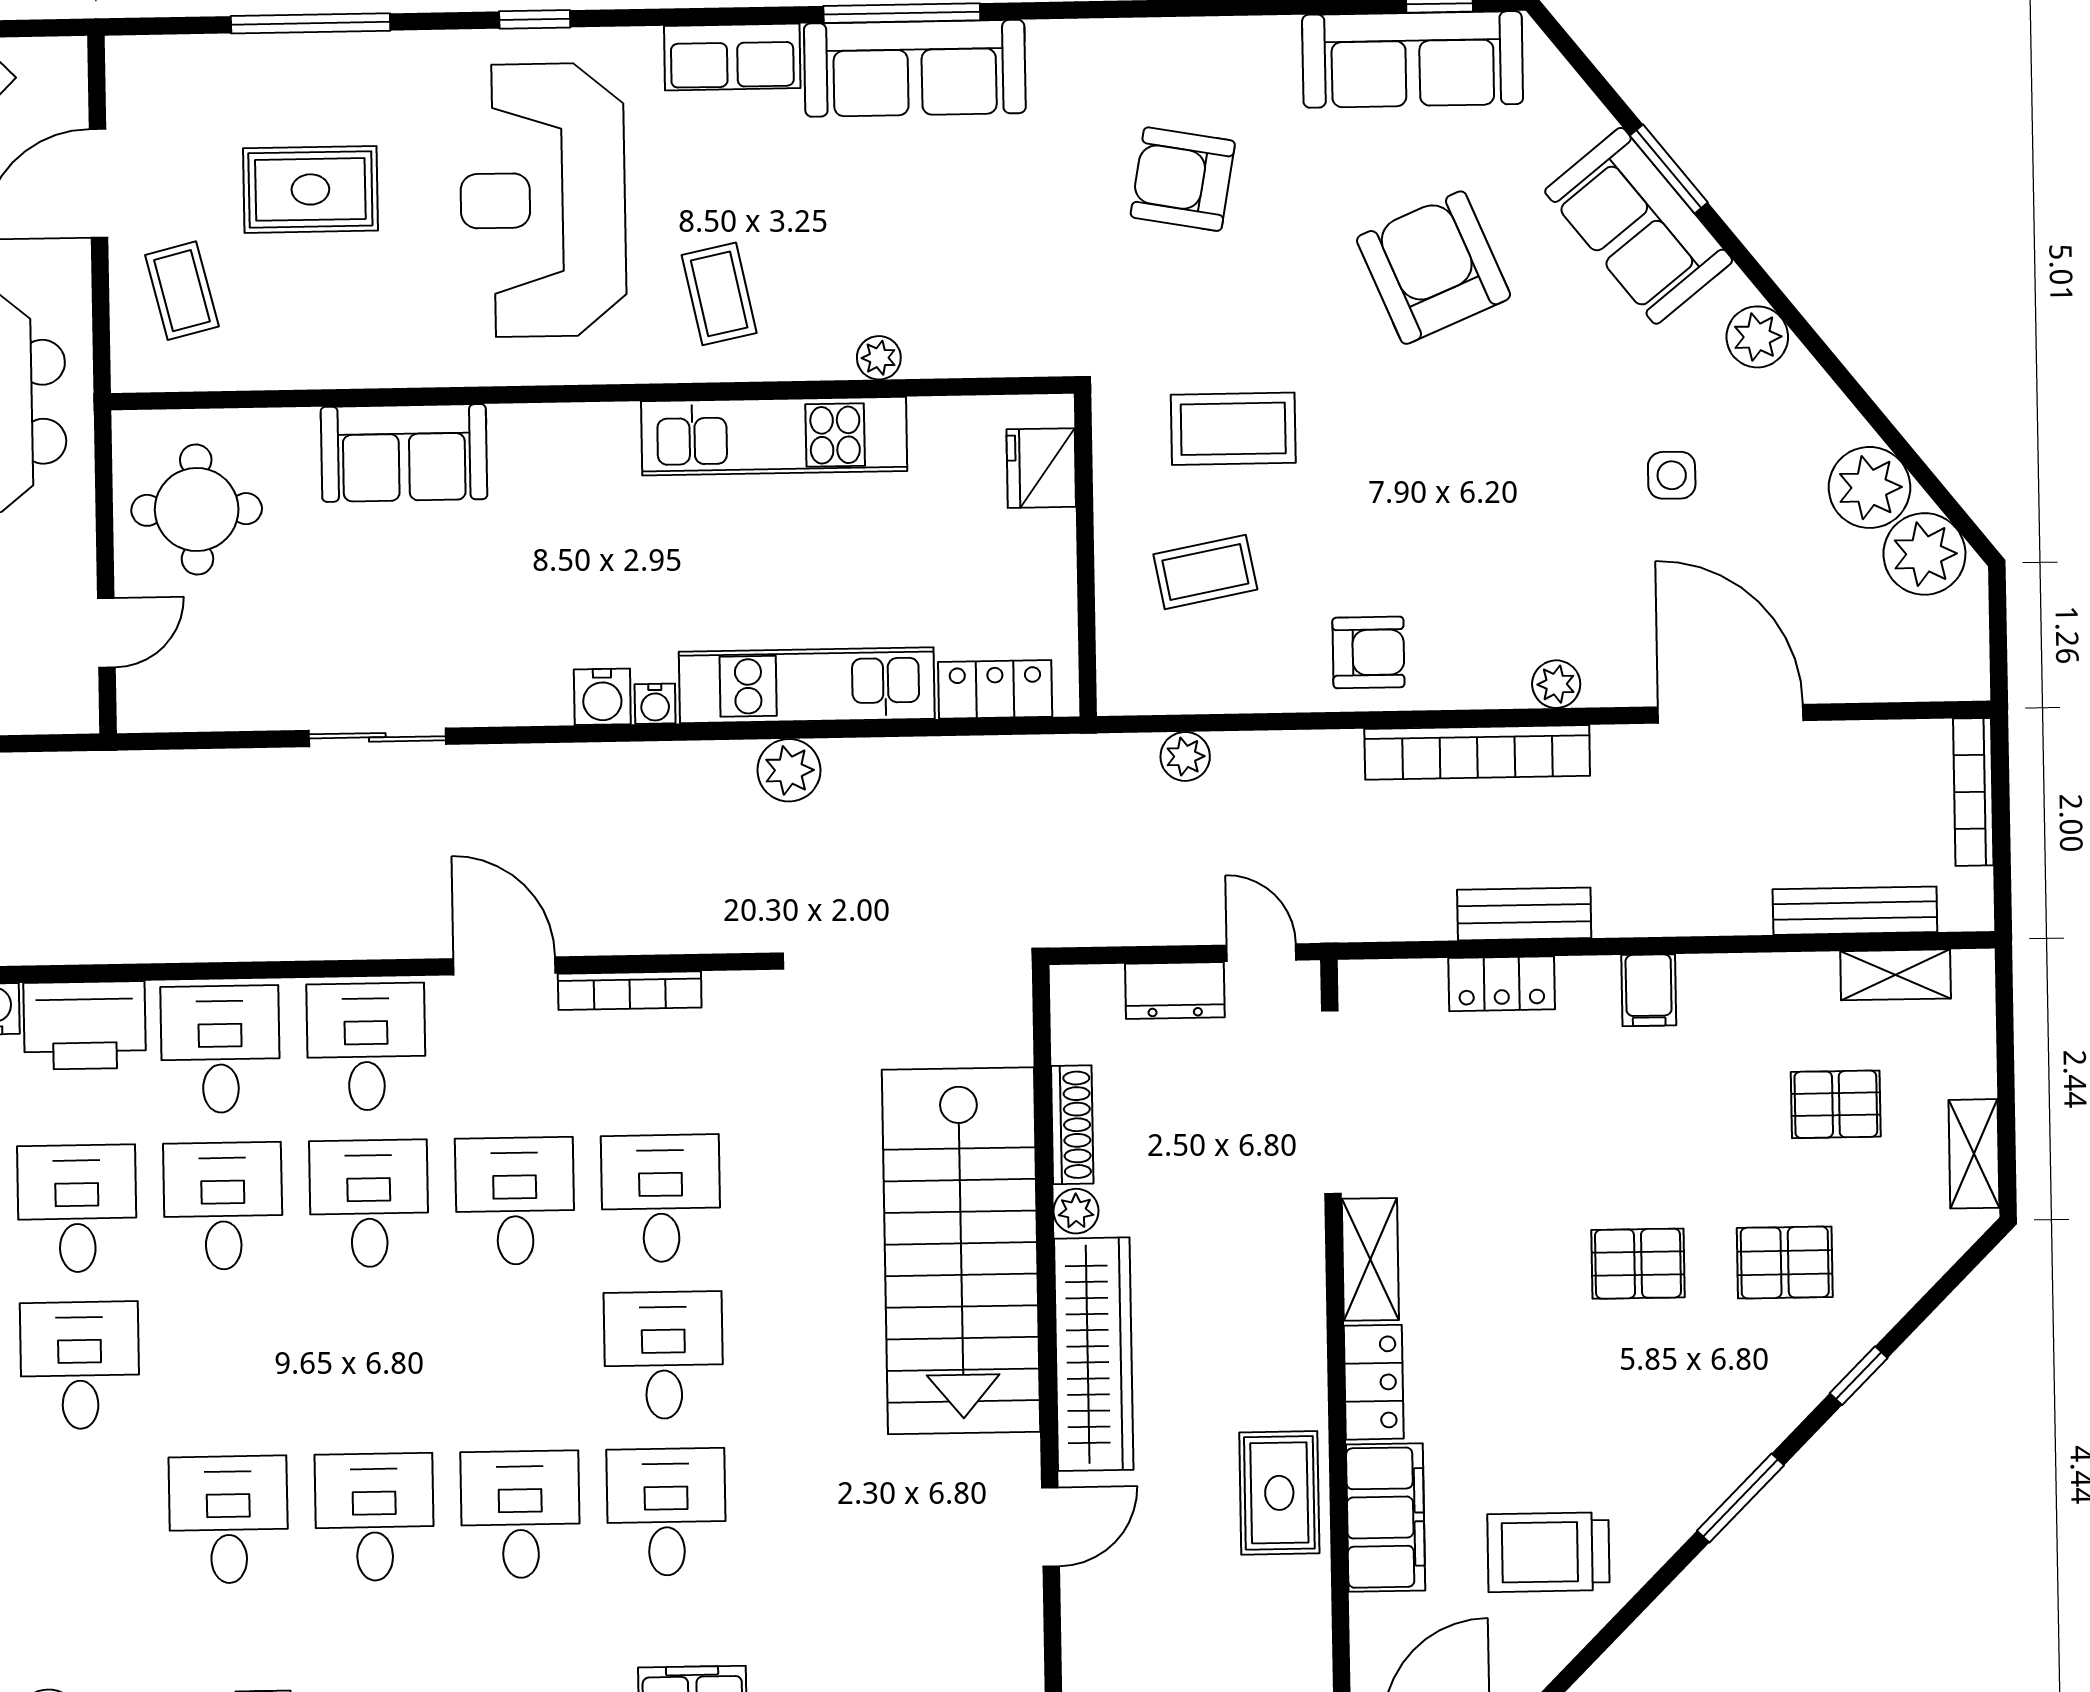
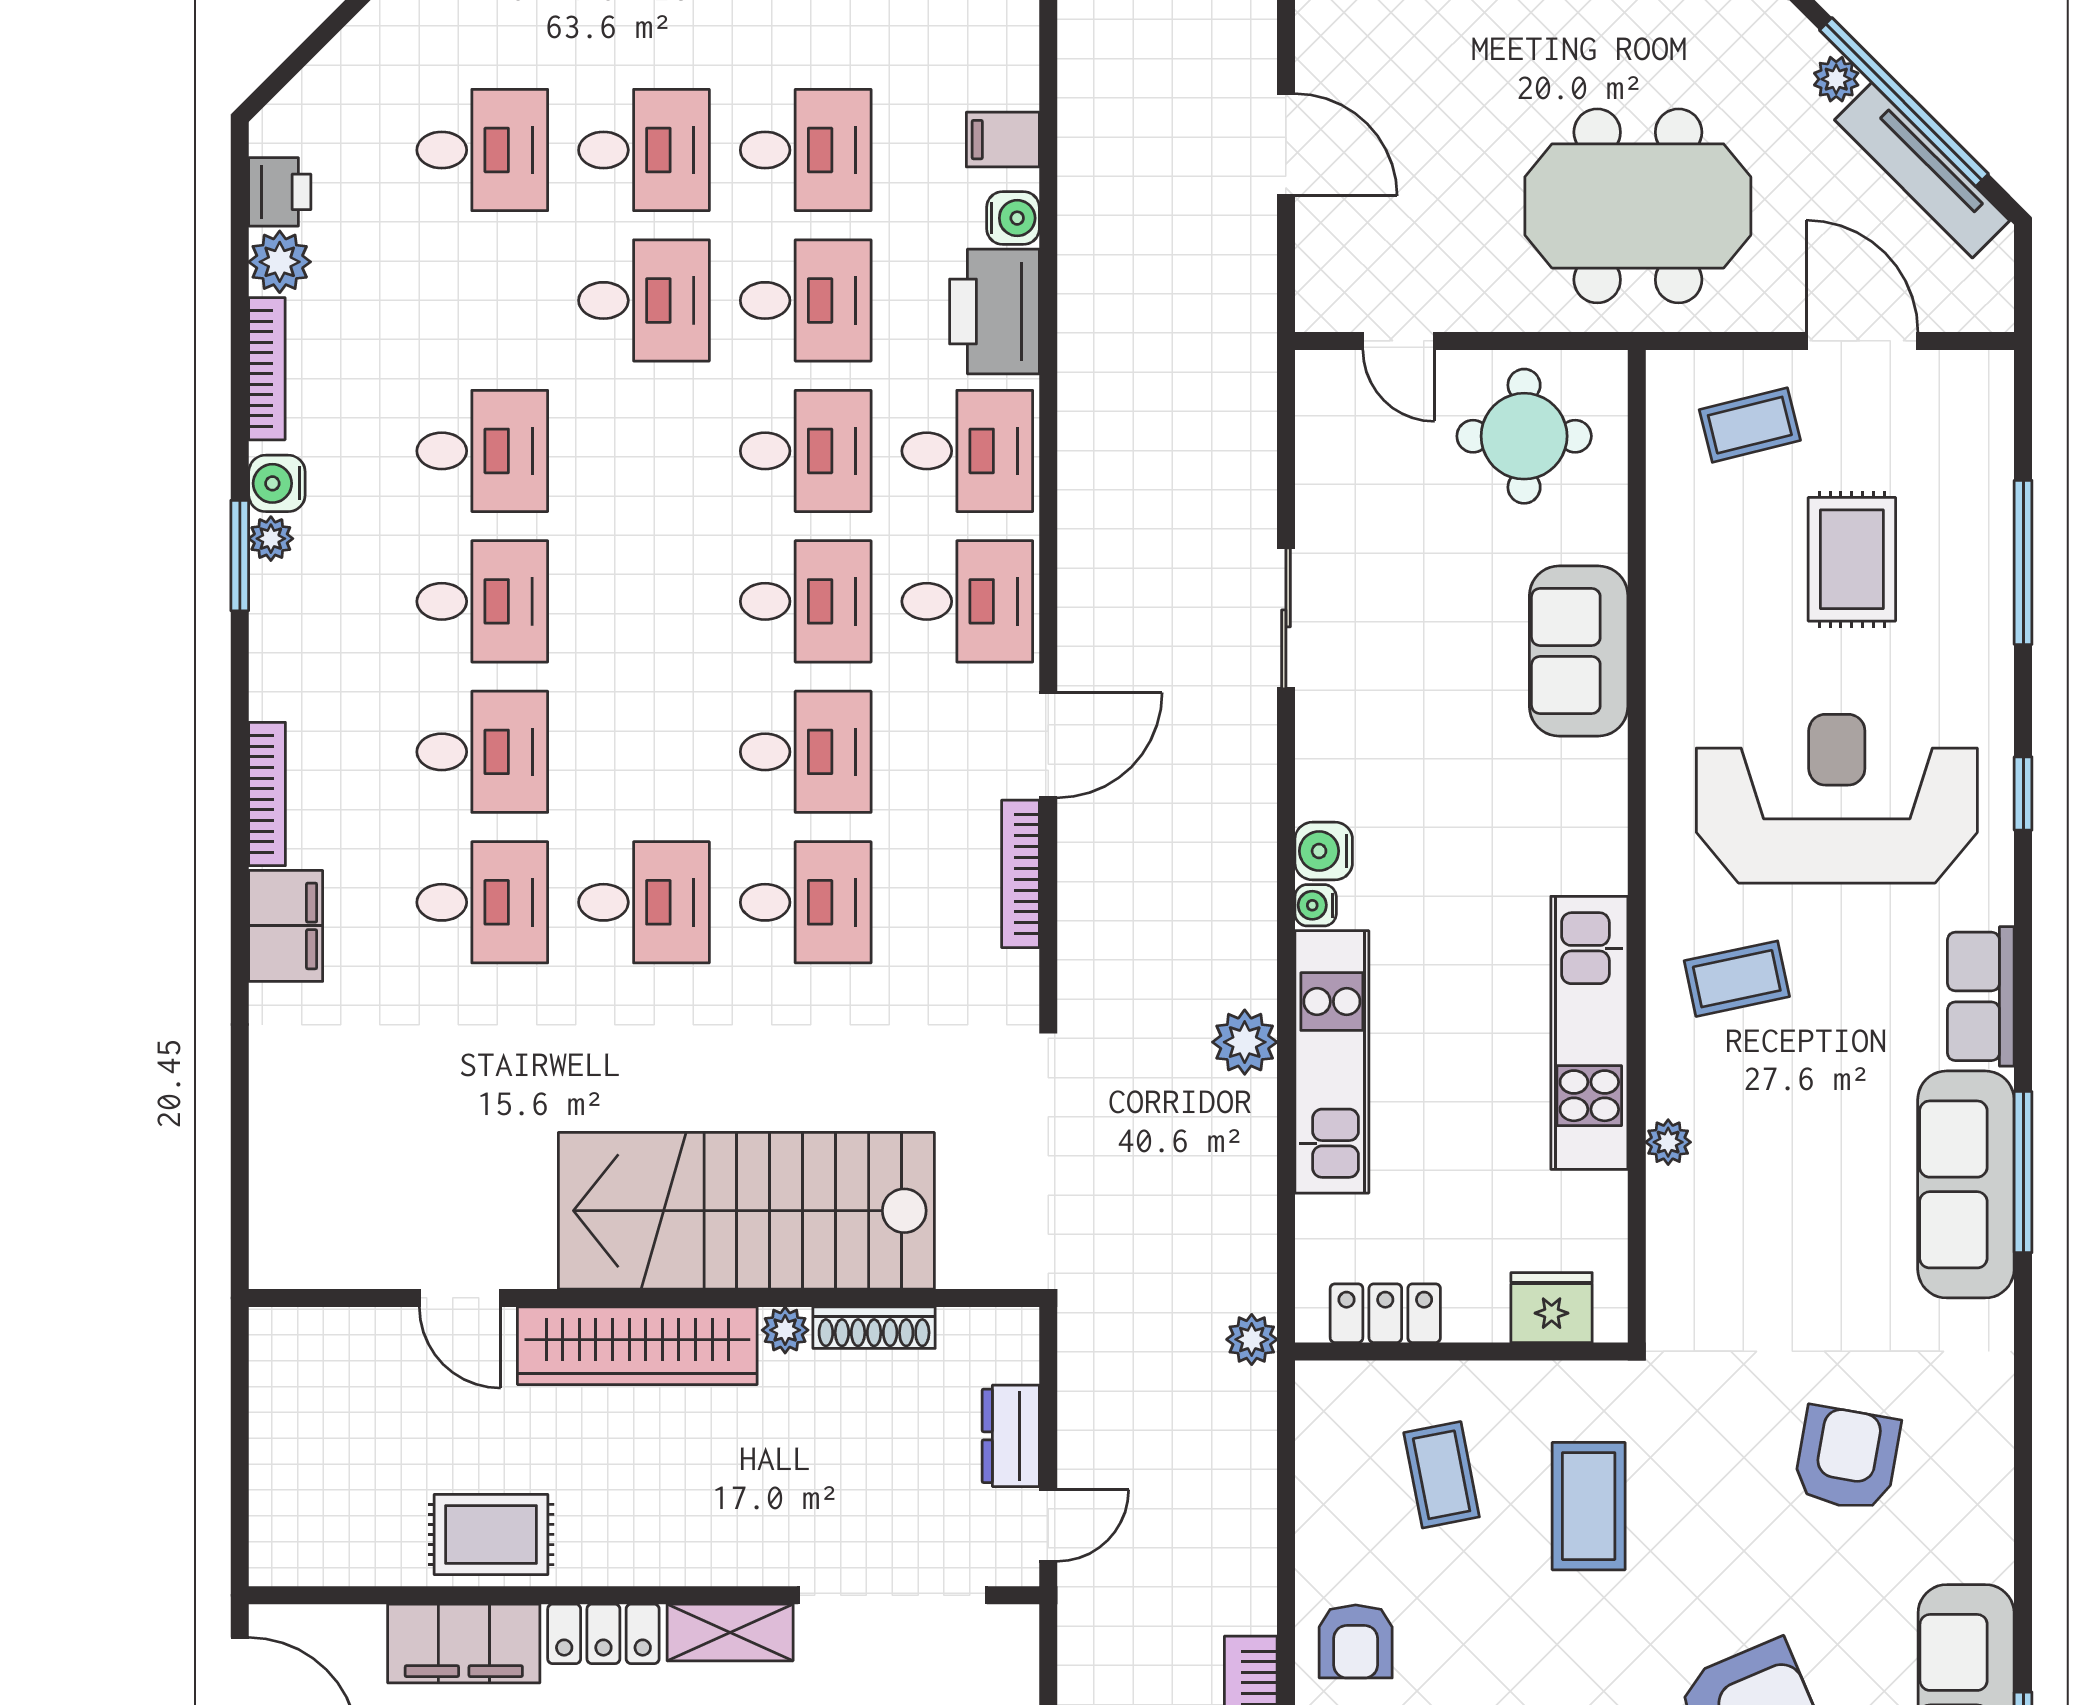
locker: (995, 689) -> (1385, 1313), moved, turned -90
plant: (1185, 756) -> (1252, 1339), moved

